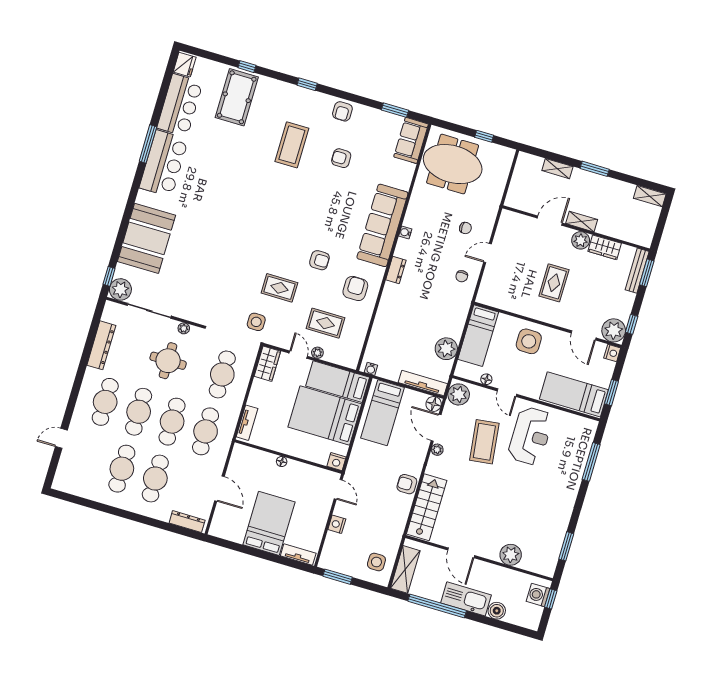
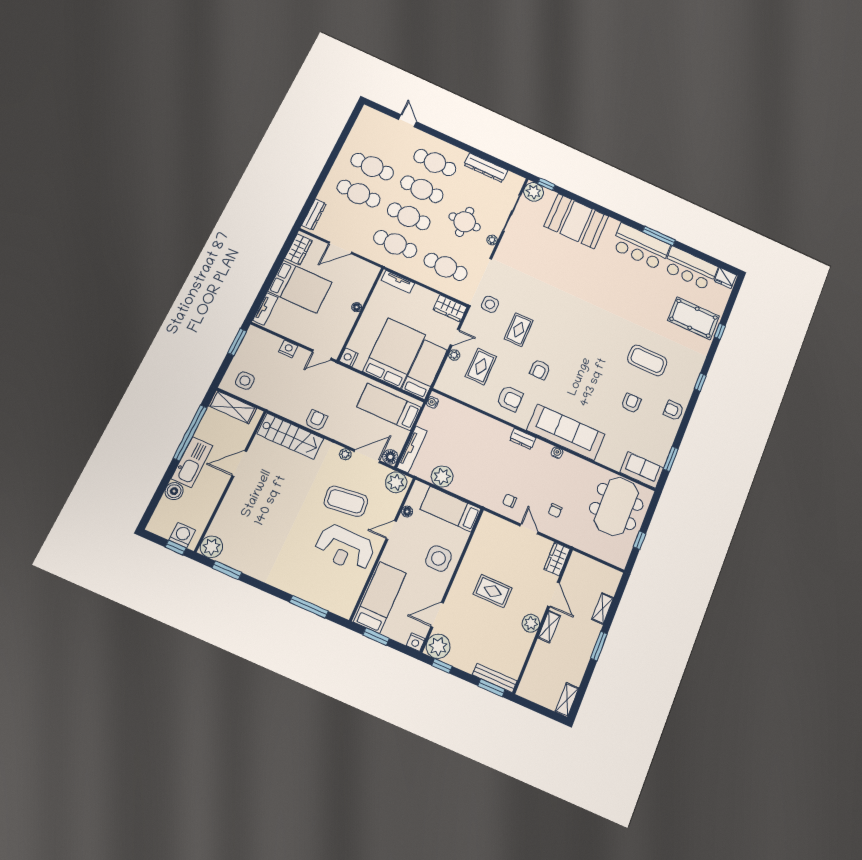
wardrobe: (605, 247) -> (557, 559), moved
wardrobe: (228, 531) -> (298, 249), added
plant: (511, 555) -> (211, 547), moved

